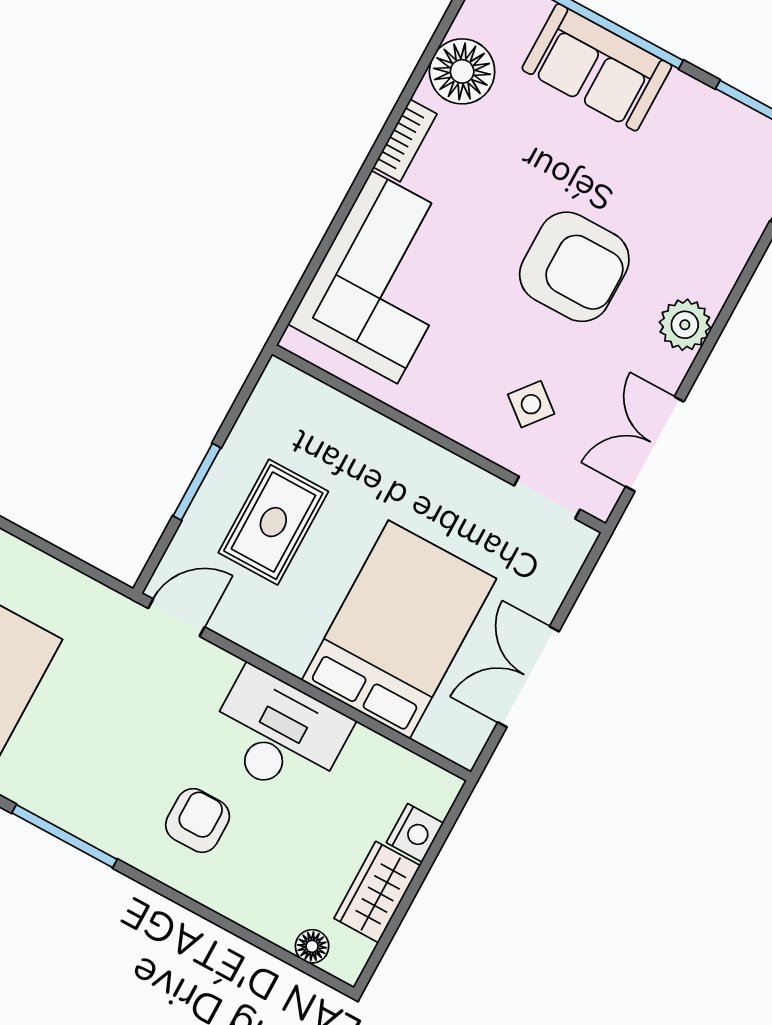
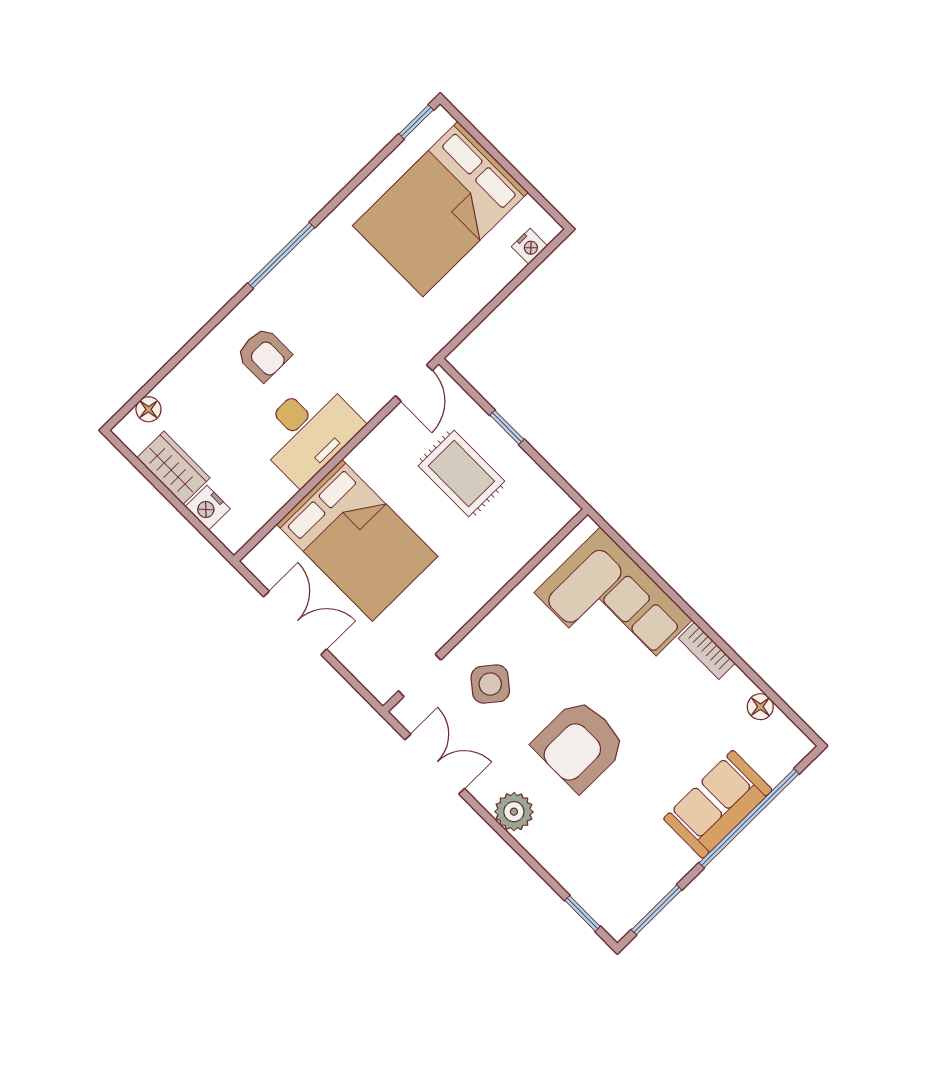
floor lamp: (462, 71) -> (760, 707), width x0.53, depth x0.53
side table: (531, 404) -> (490, 684), width x1.37, depth x1.37
window: (197, 482) -> (507, 427), width x0.67

